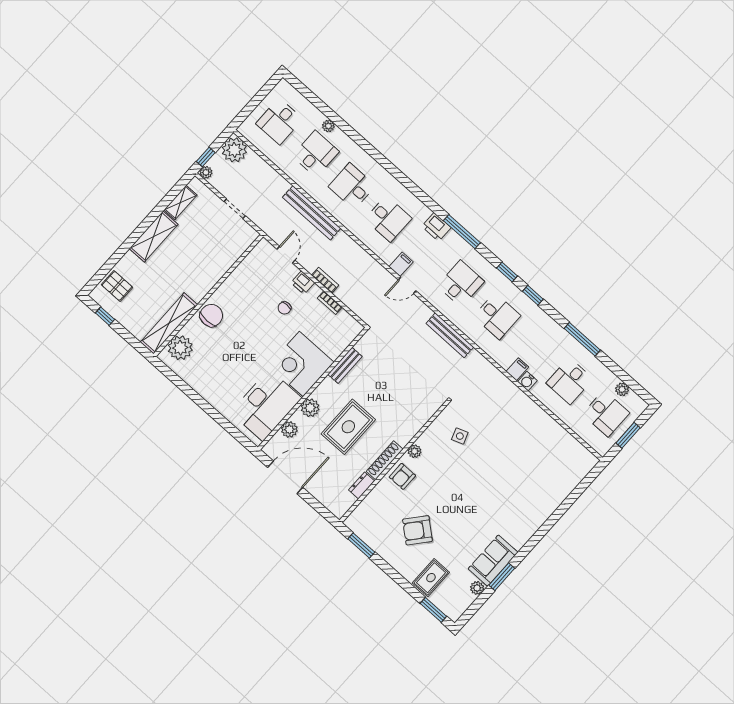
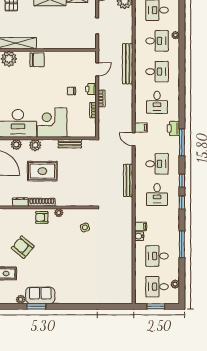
desk: (352, 186) -> (157, 72), turned 90
desk: (606, 413) -> (157, 287), turned 90

